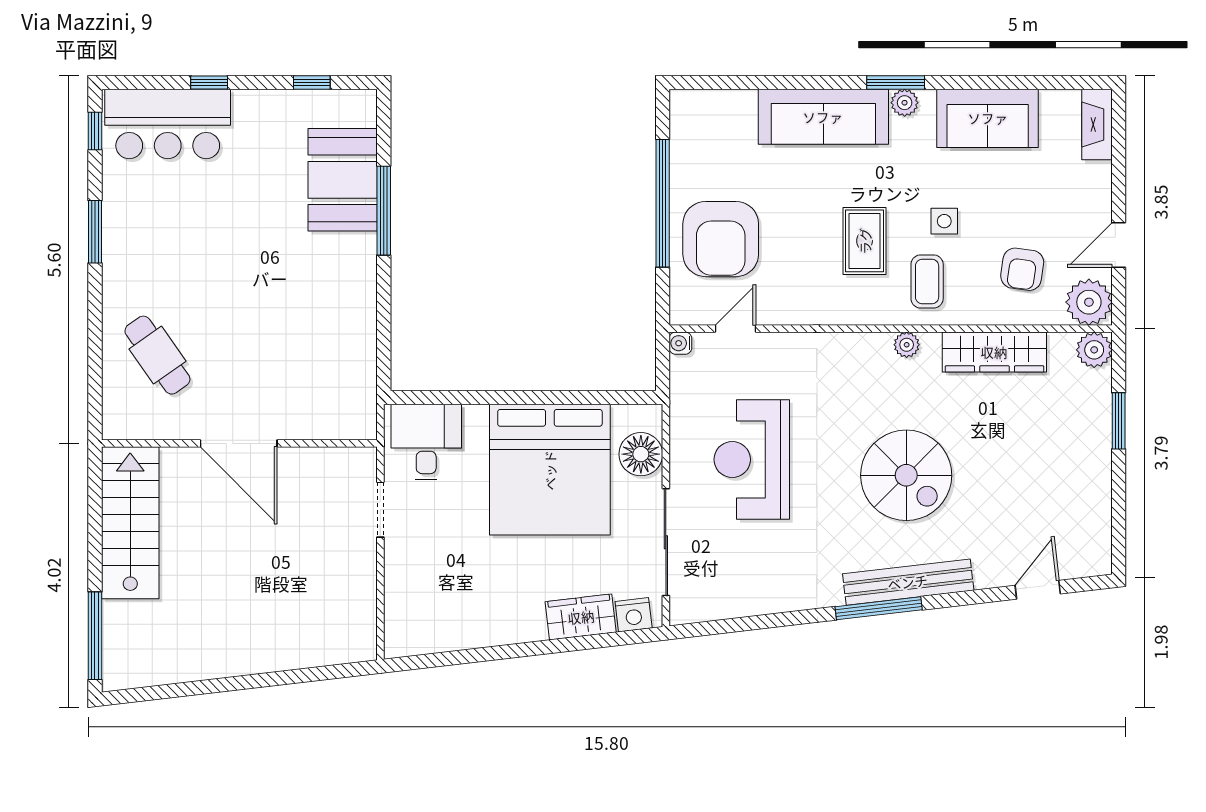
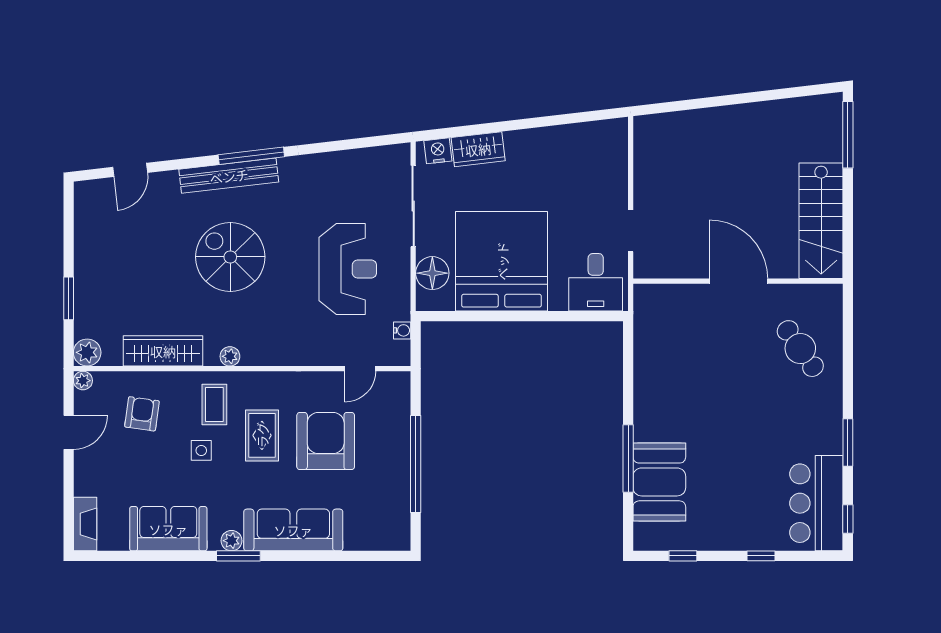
bar counter: (168, 124) -> (816, 503), moved, turned -90
armchair: (721, 239) -> (326, 441), moved
plant: (1089, 302) -> (83, 381), width x0.53, depth x0.53
water cooler: (680, 343) -> (402, 330), moved

